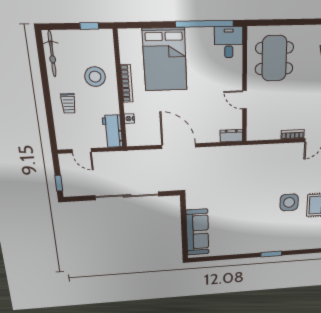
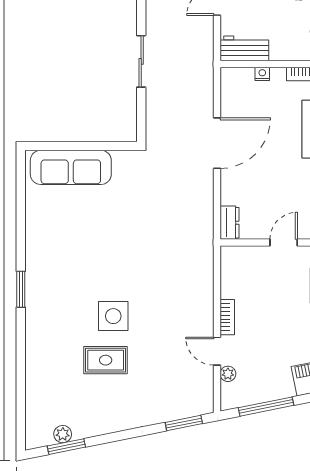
sliding door: (127, 196) -> (141, 61), width x0.54

